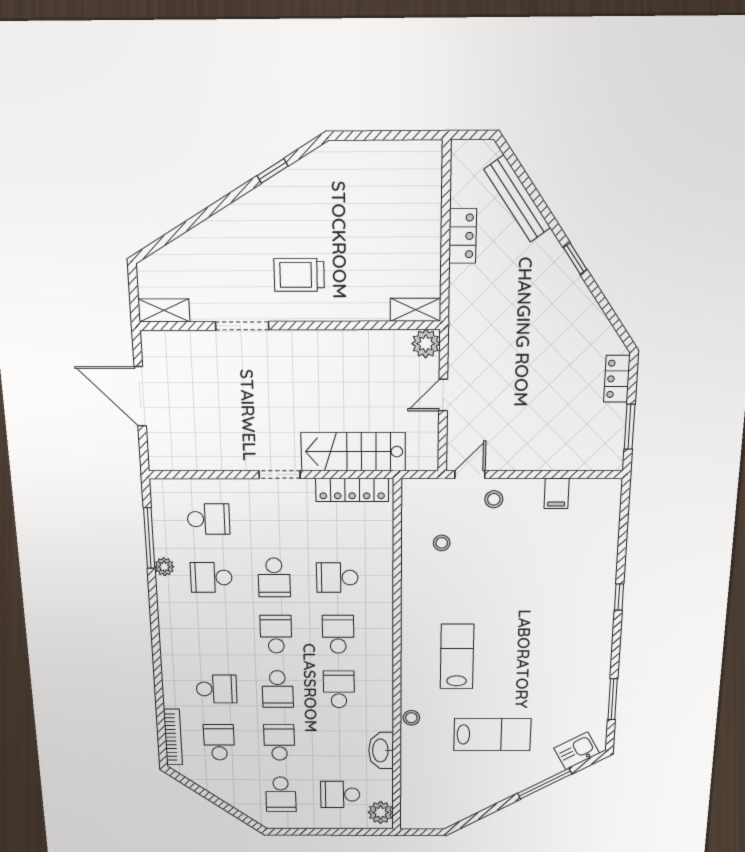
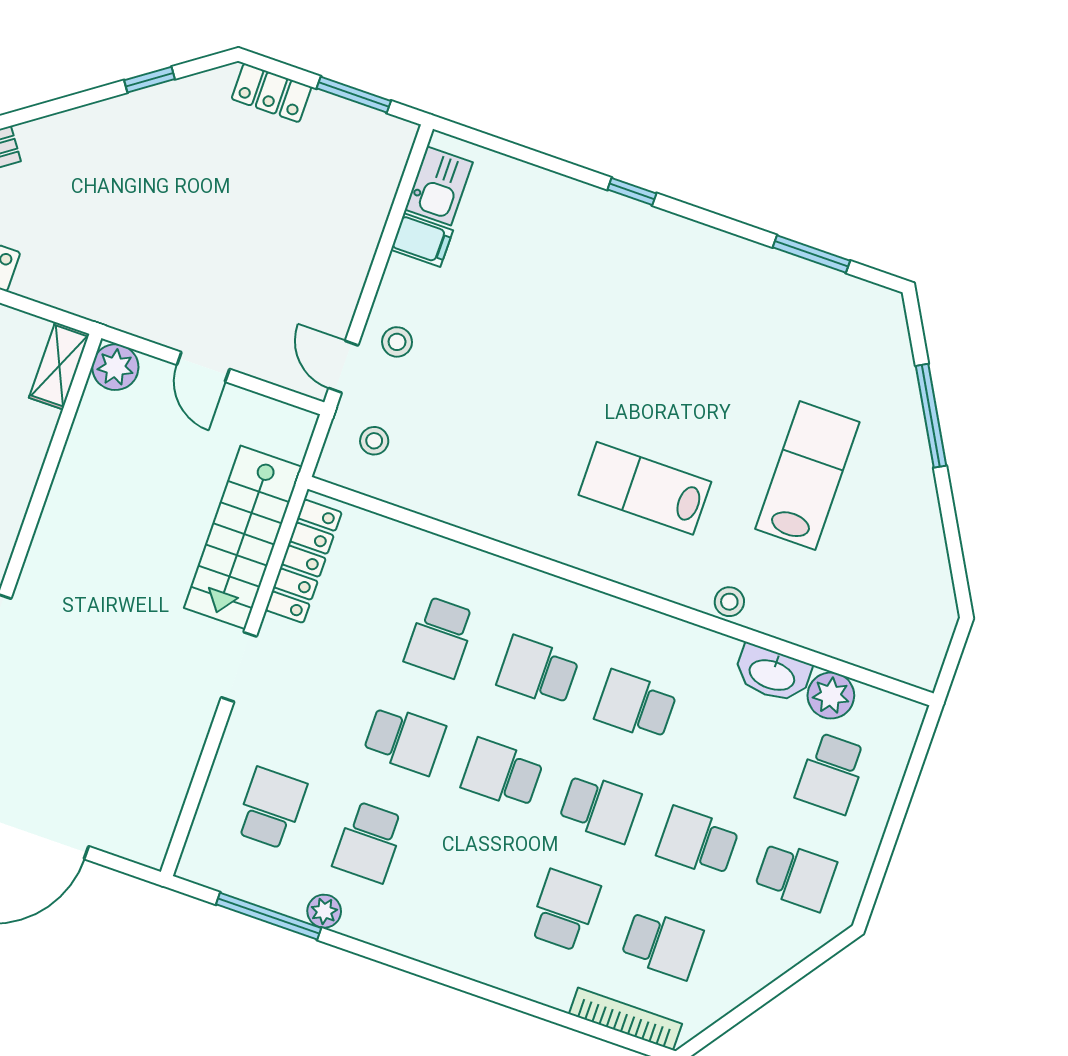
window: (575, 259) -> (150, 80), moved
stool: (442, 543) -> (374, 441), moved
school desk: (219, 742) -> (662, 944), turned 180
kitchen sink: (577, 751) -> (439, 186), moved, turned -151
plant: (381, 812) -> (831, 695), moved

